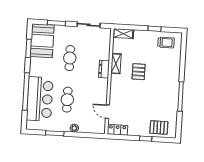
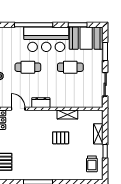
shelving: (123, 34) -> (98, 134), moved
dresser: (104, 69) -> (41, 103), moved
bar counter: (40, 99) -> (46, 39), moved
door: (107, 112) -> (18, 109), hinge flipped

